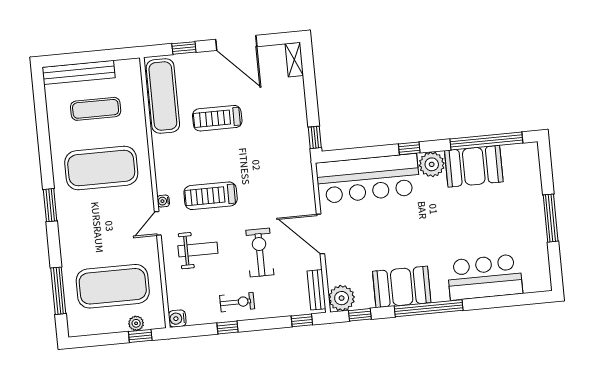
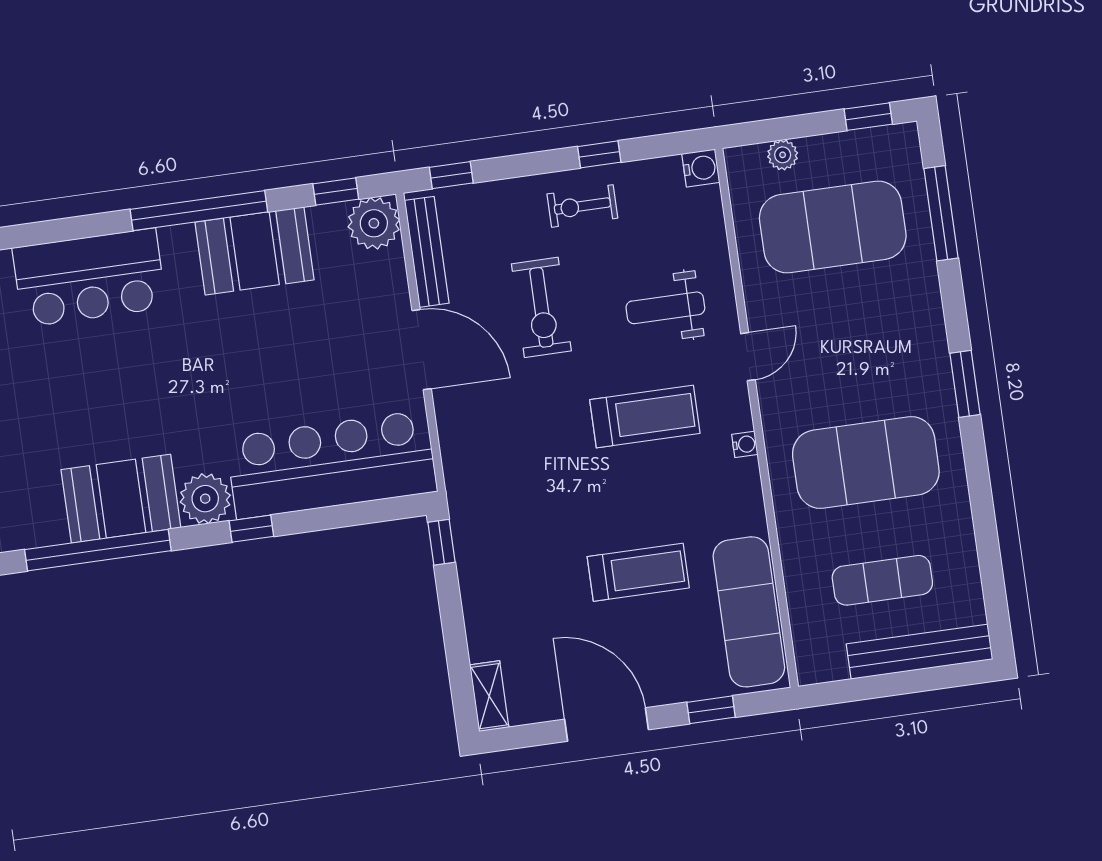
water cooler: (163, 201) -> (745, 444), moved
bench: (316, 290) -> (427, 252), width x1.36
window: (140, 336) -> (868, 117), moved

